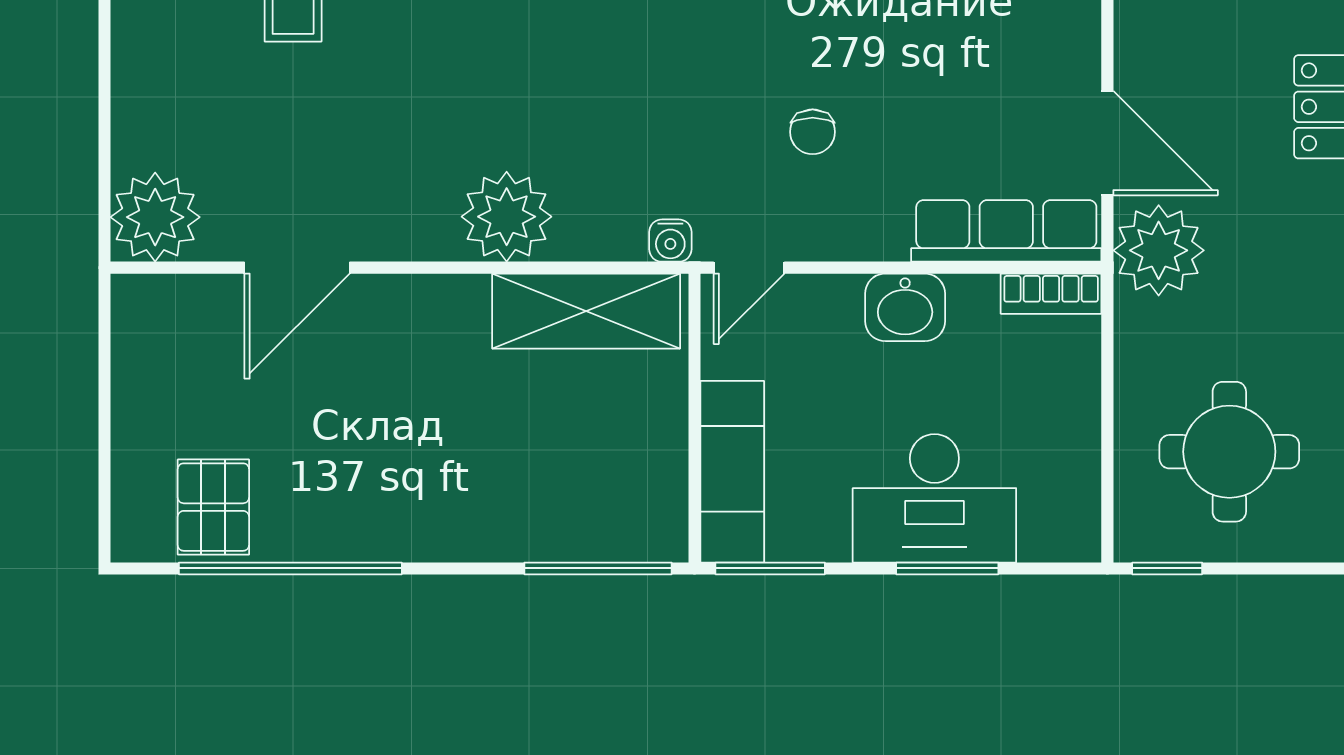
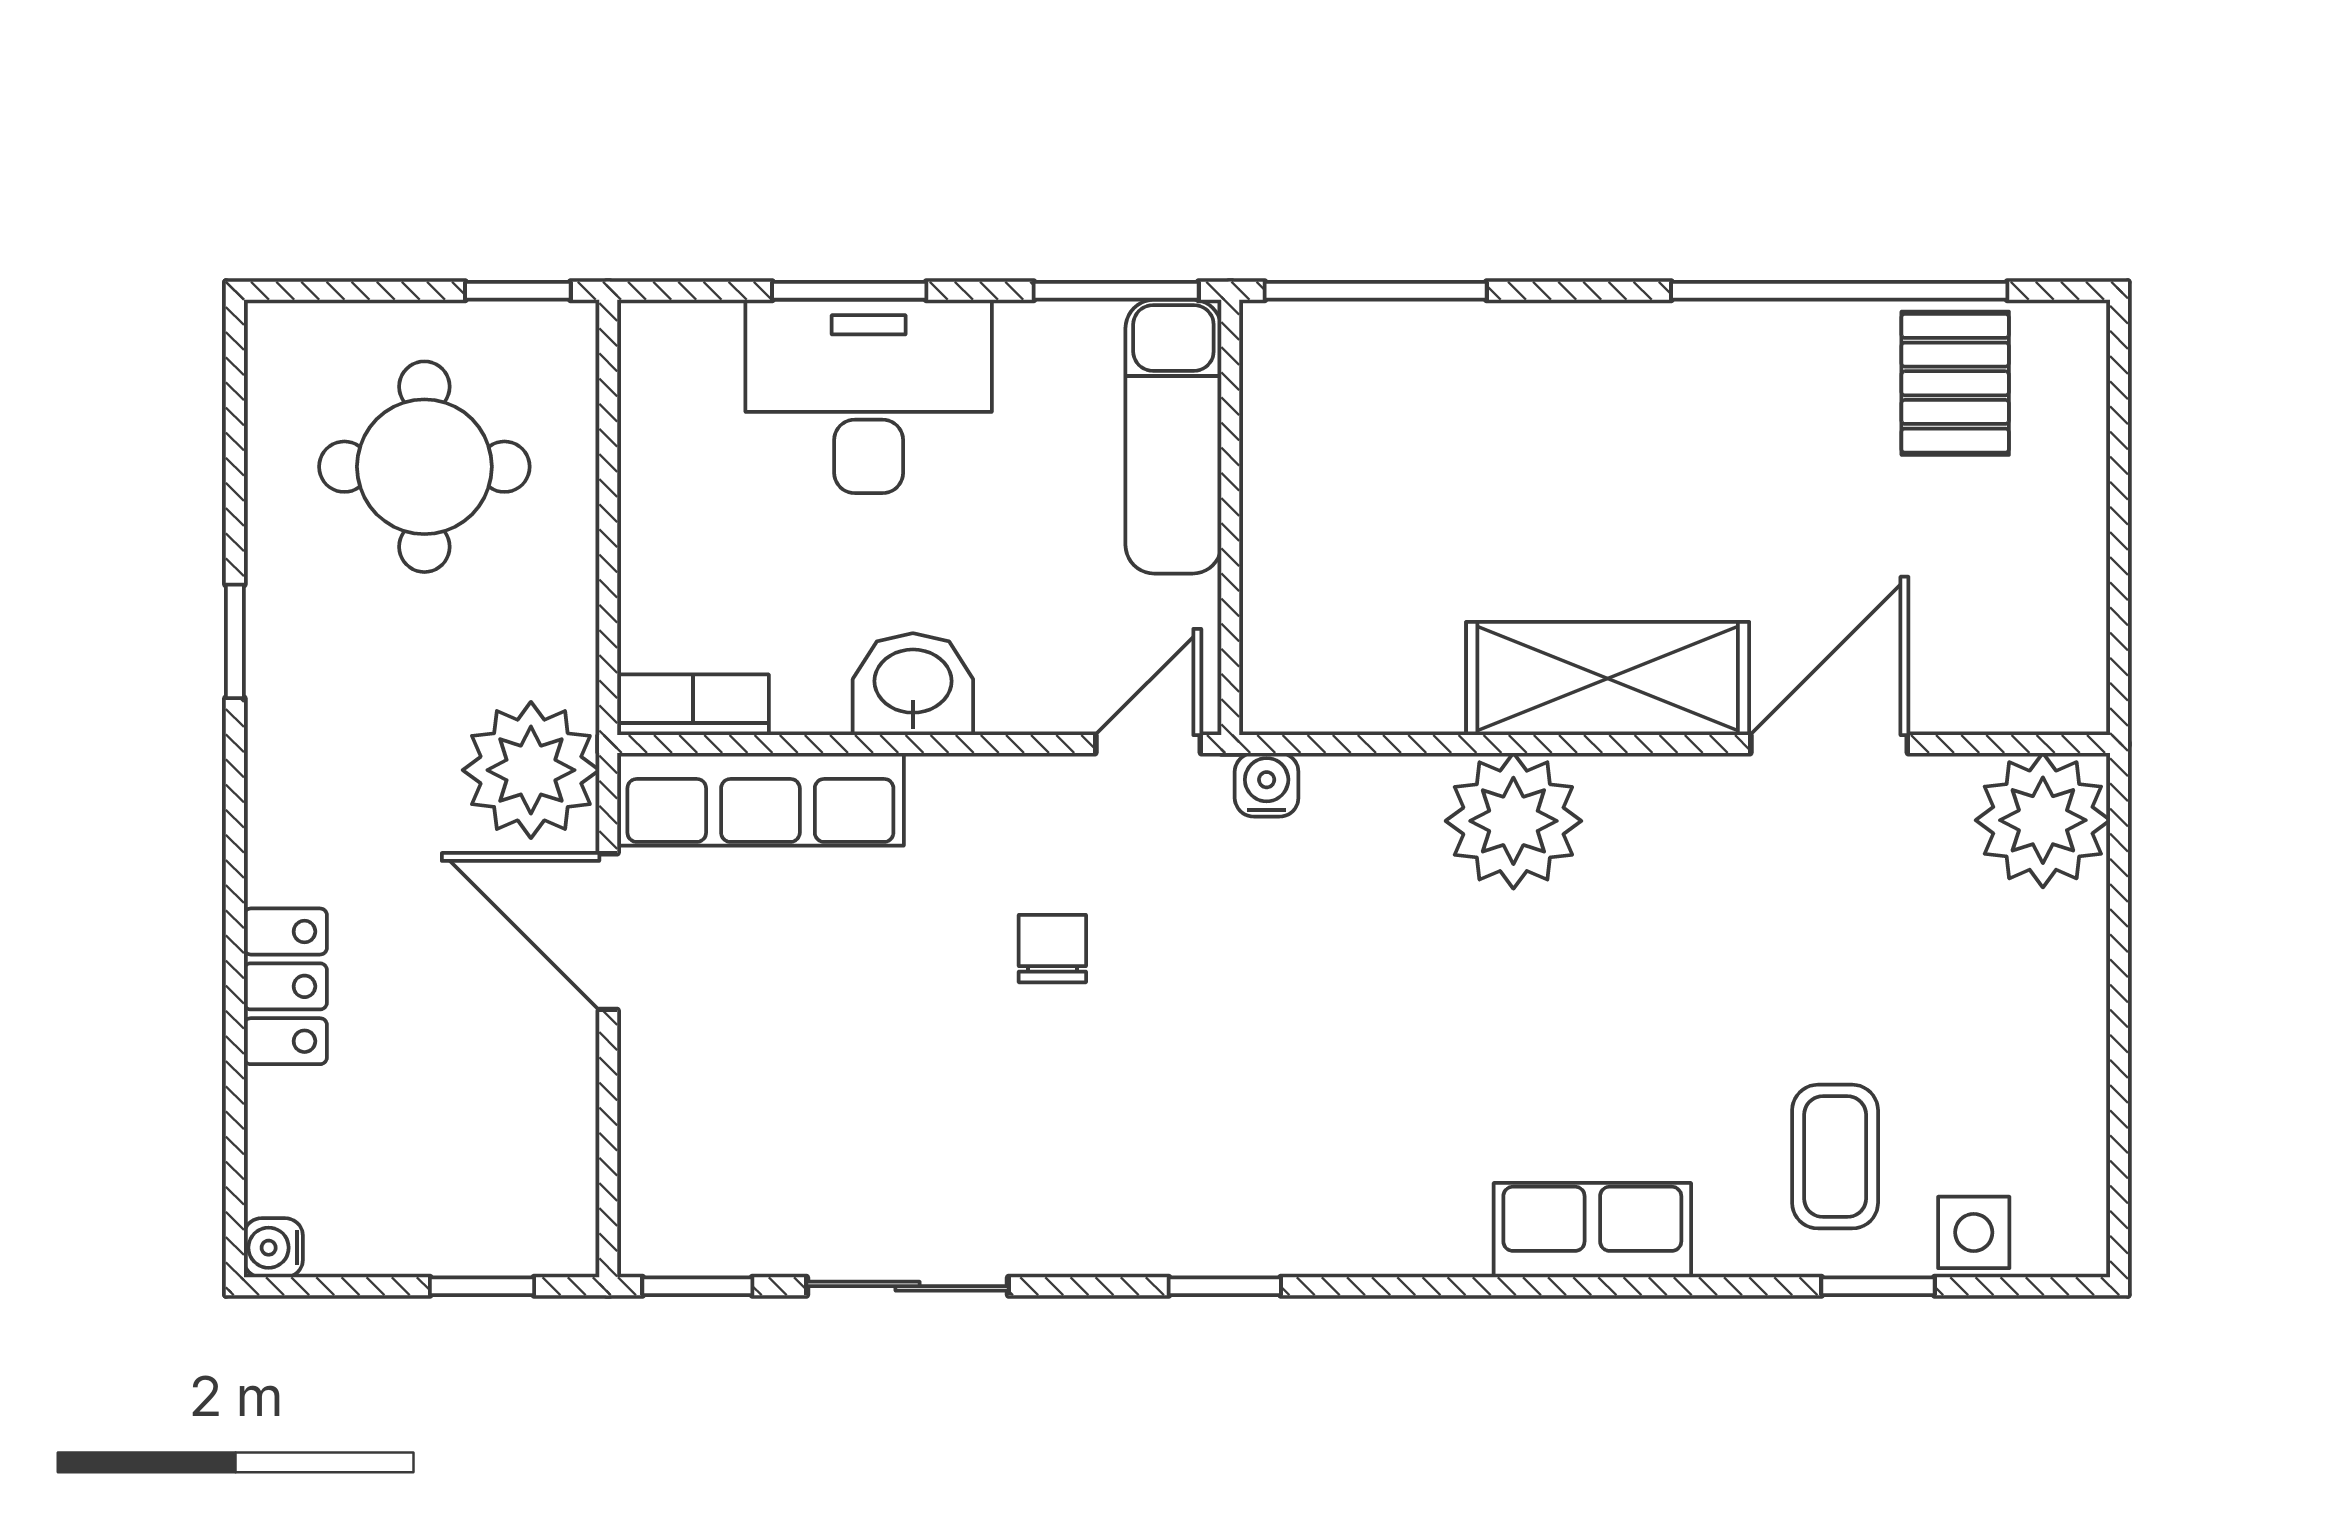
shelving: (586, 311) -> (1608, 679), moved

